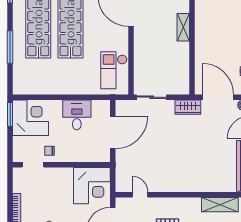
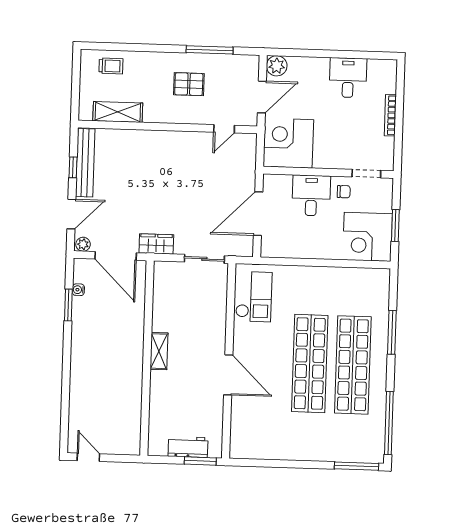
window: (10, 114) -> (395, 225), moved
desk: (77, 115) -> (311, 195), moved, turned 180
door: (140, 195) -> (224, 129), hinge flipped

